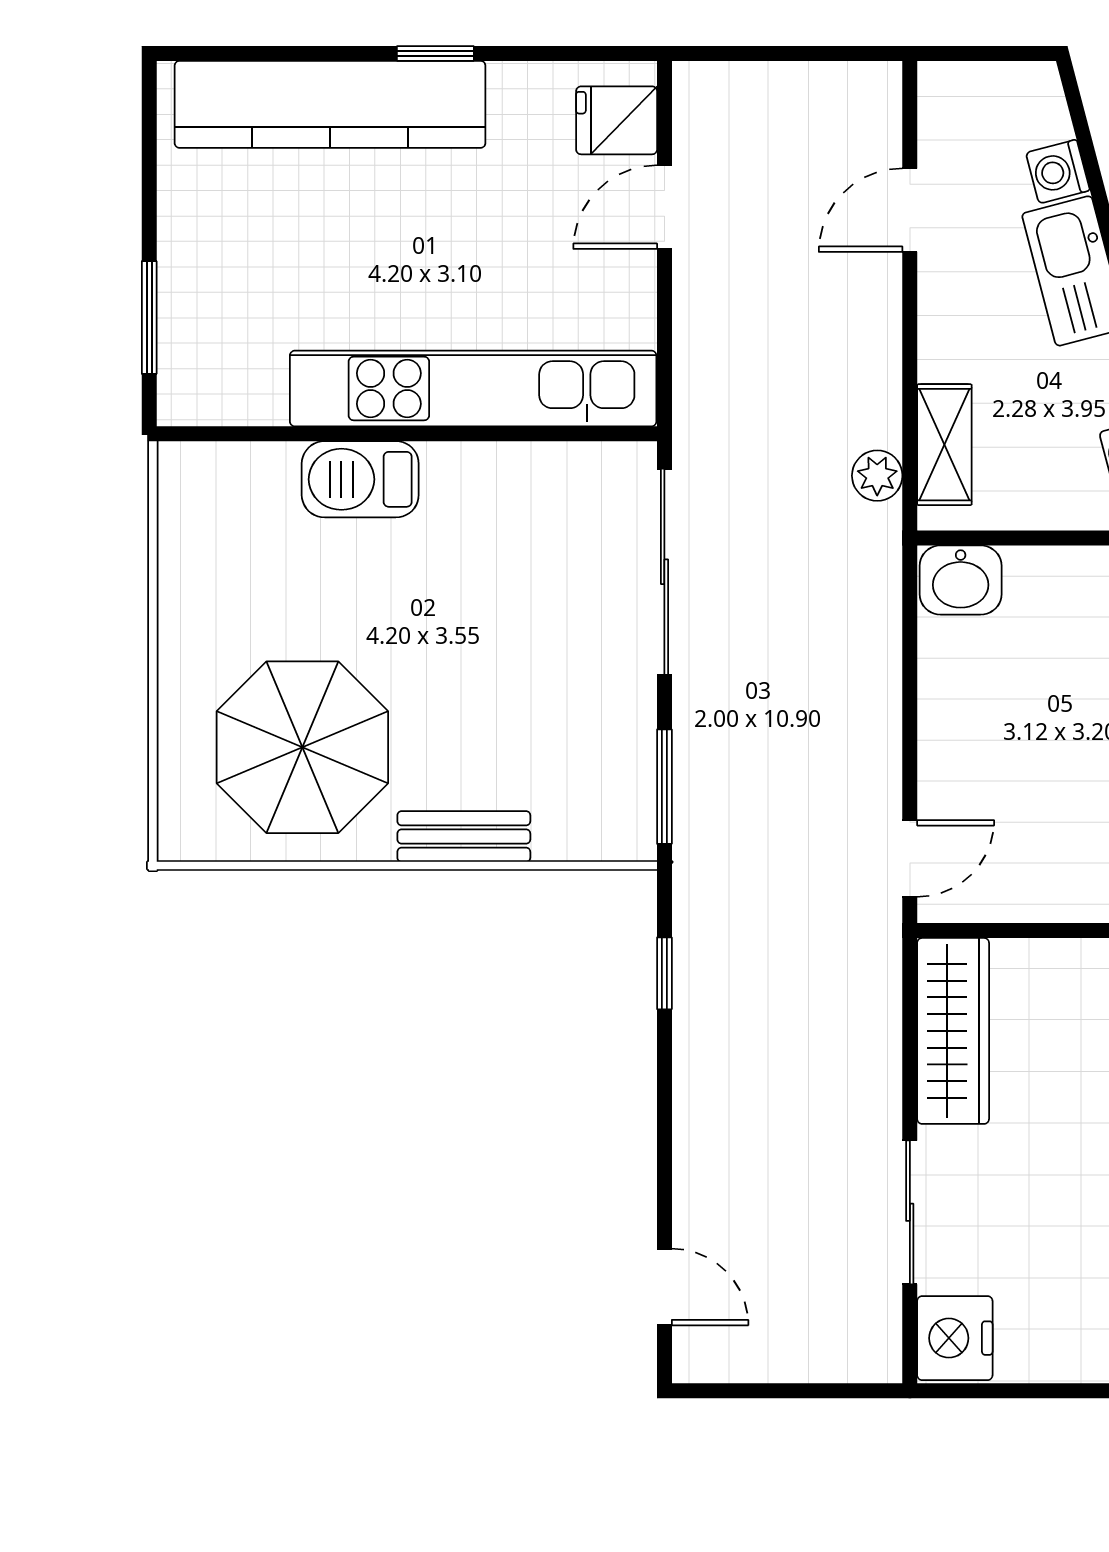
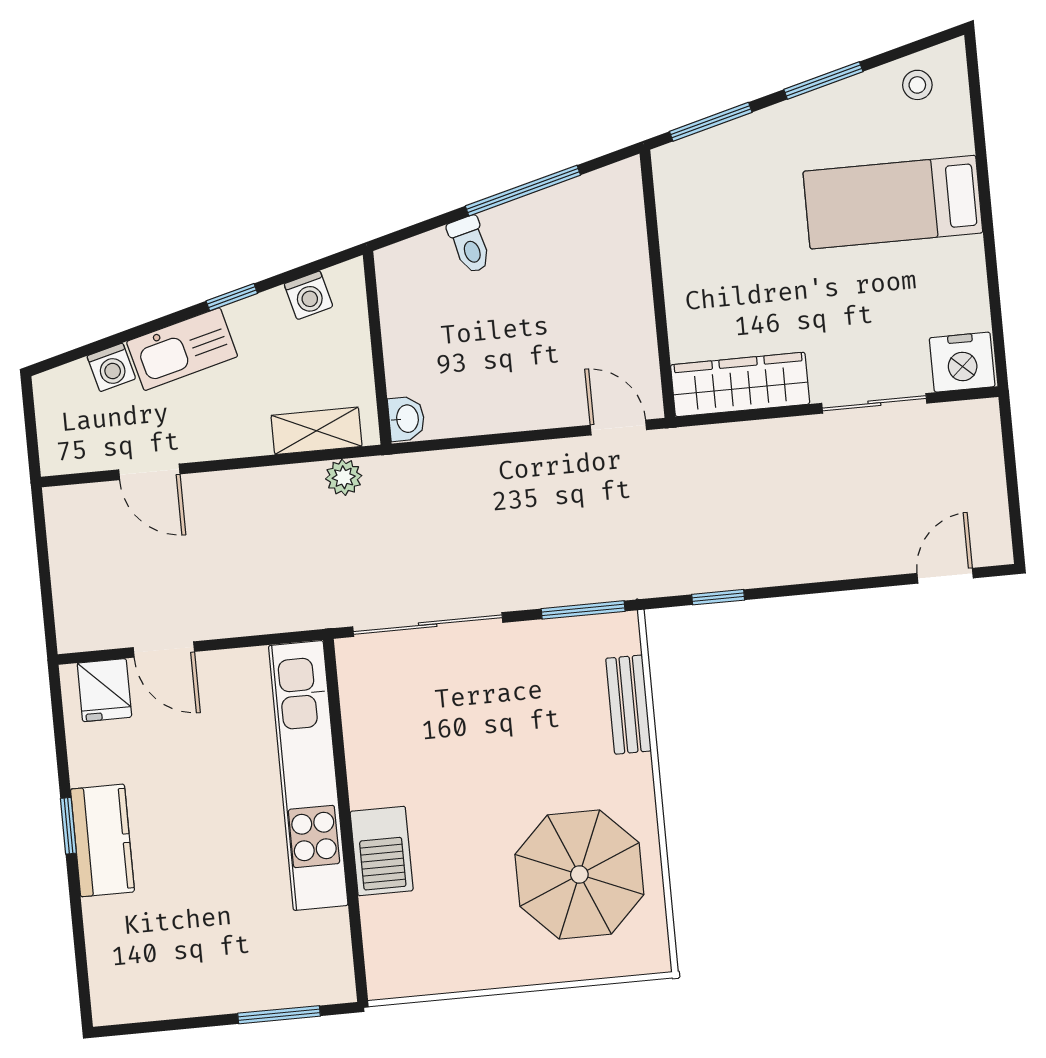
kitchen counter: (330, 104) -> (102, 840), width x0.48, depth x0.86
washbasin: (961, 580) -> (406, 419), width x0.72, depth x0.69
bench: (464, 837) -> (628, 705), moved

